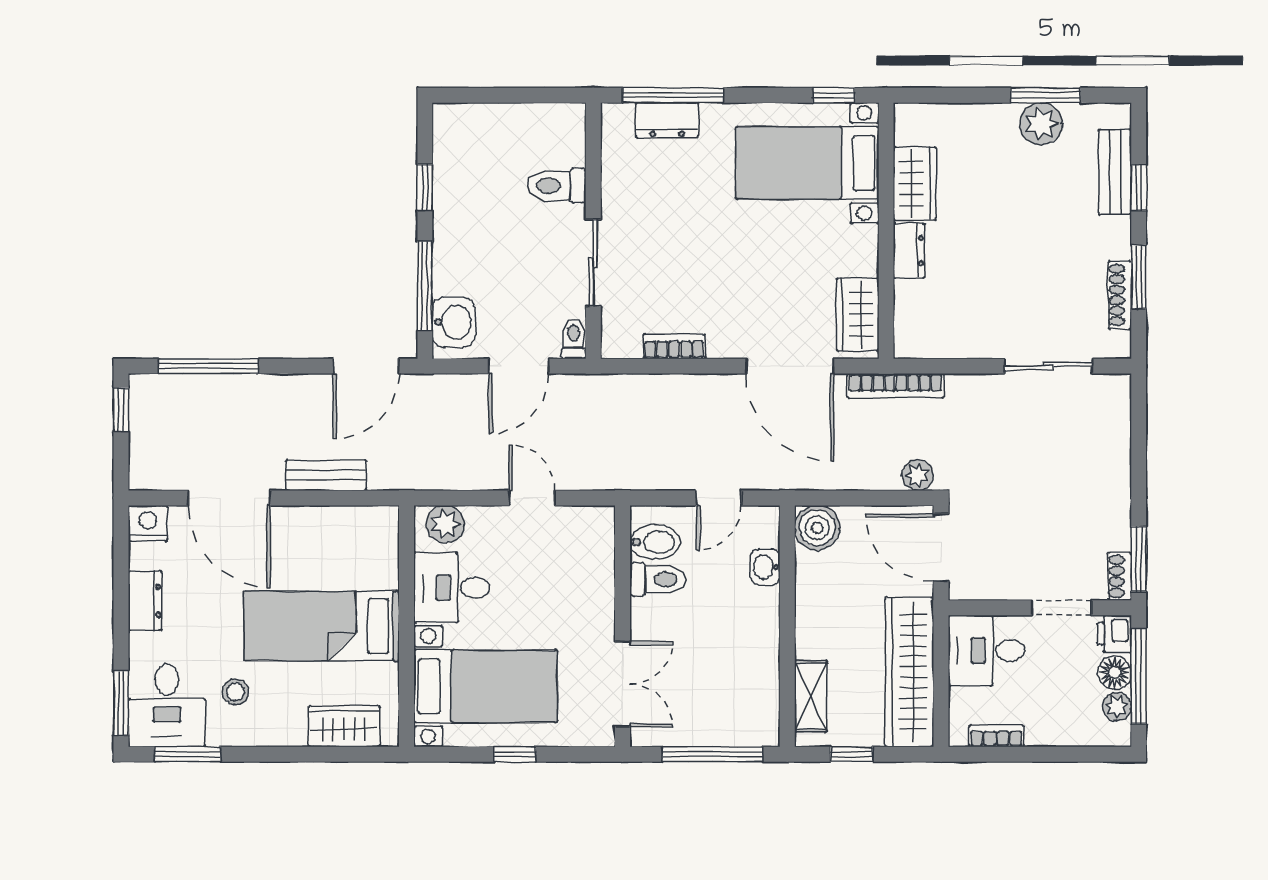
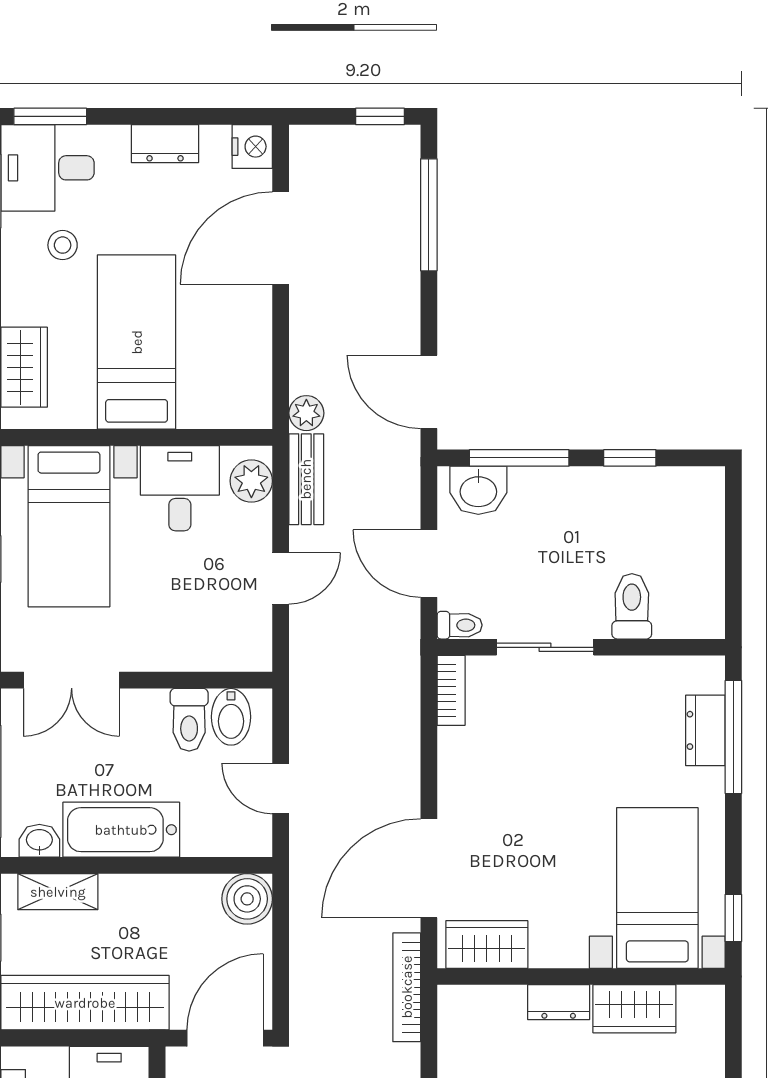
bookcase: (674, 346) -> (451, 690), moved
bench: (326, 475) -> (306, 479), moved
plant: (918, 475) -> (306, 413), moved
washbasin: (765, 567) -> (39, 841), moved
bathtub: (755, 640) -> (121, 830), added

